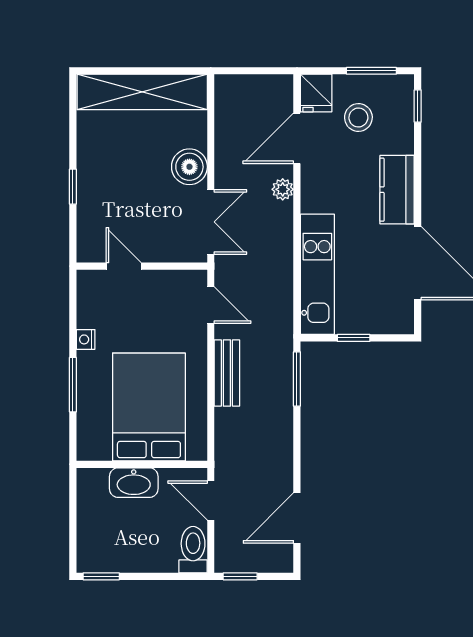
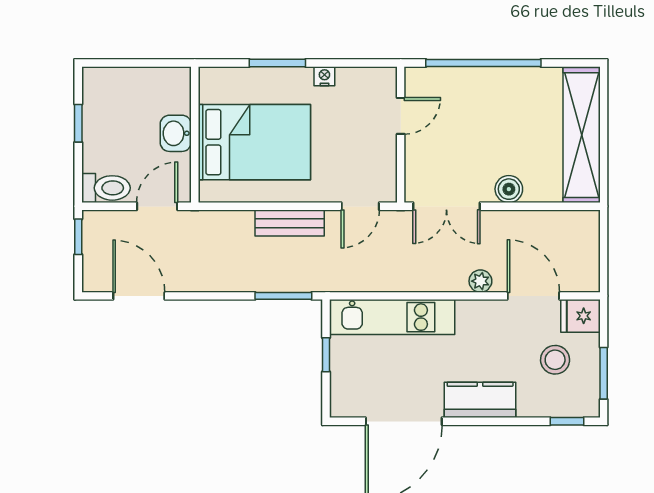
boiler: (189, 167) -> (509, 189), width x0.73, depth x0.73
window: (73, 187) -> (483, 63), width x3.17
washbasin: (134, 483) -> (176, 133), width x0.72
window: (101, 576) -> (78, 123), moved

